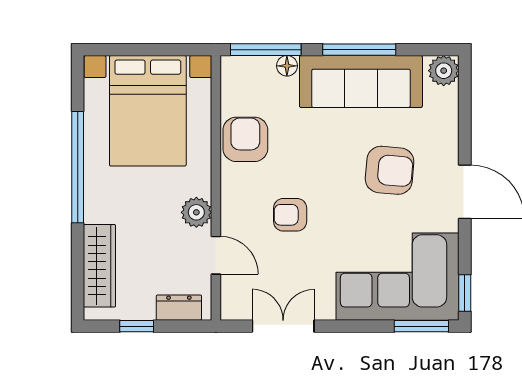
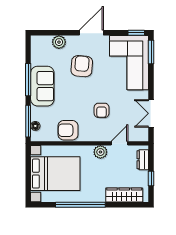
floor lamp: (287, 66) -> (35, 126), moved
plant: (444, 71) -> (59, 42), moved
sofa: (361, 82) -> (42, 86), width x0.73

